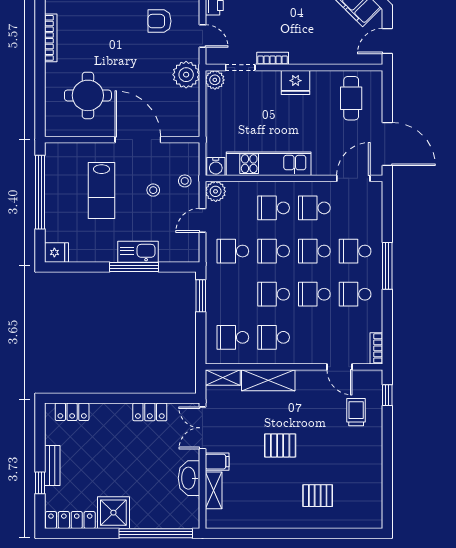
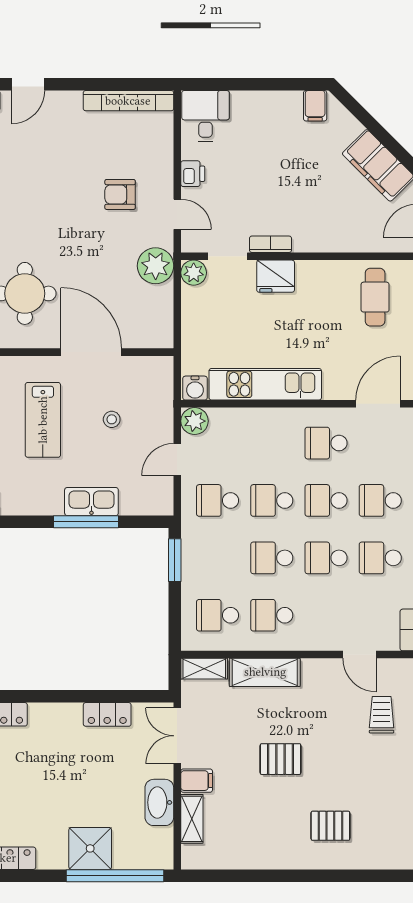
fridge: (296, 82) -> (276, 276), moved
stool: (185, 181) -> (154, 407), removed
school desk: (274, 208) -> (272, 443), removed
shower: (113, 513) -> (90, 848), moved

